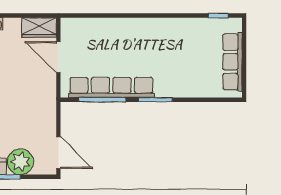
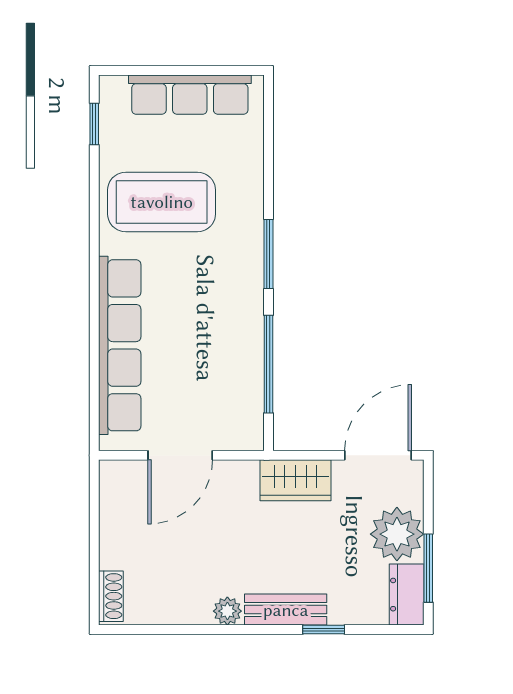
wardrobe: (39, 28) -> (295, 480), moved, turned 90
coffee table: (181, 48) -> (162, 202), added
row of seats: (111, 87) -> (120, 345), moved, turned 180

